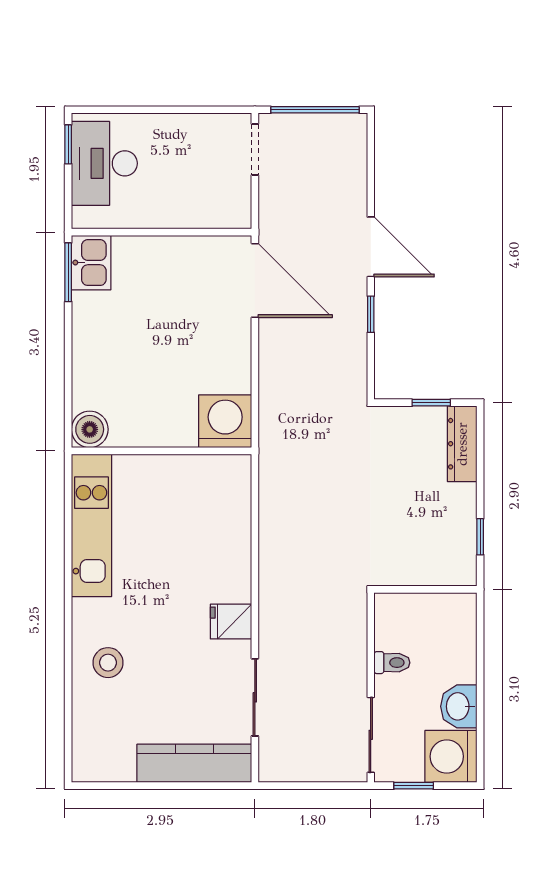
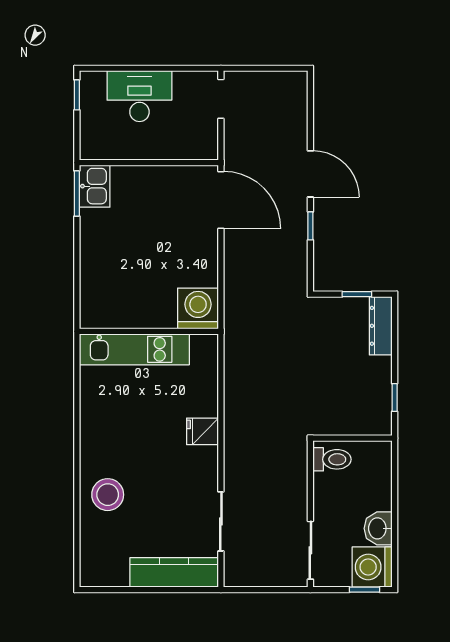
window: (315, 110) -> (267, 68), removed
desk: (104, 163) -> (139, 96), moved, turned 90
boiler: (90, 429) -> (94, 315), removed
kitchen unit: (91, 525) -> (134, 349), moved, turned 90
fridge: (231, 622) -> (202, 431), moved
stool: (108, 663) -> (108, 495), width x1.38, depth x1.38
toilet: (392, 663) -> (332, 459), moved, width x1.37, depth x1.39
window: (414, 786) -> (365, 590), moved

